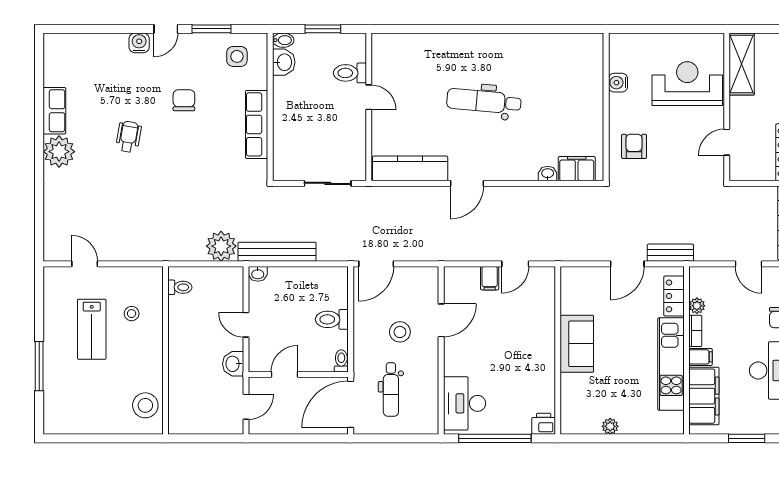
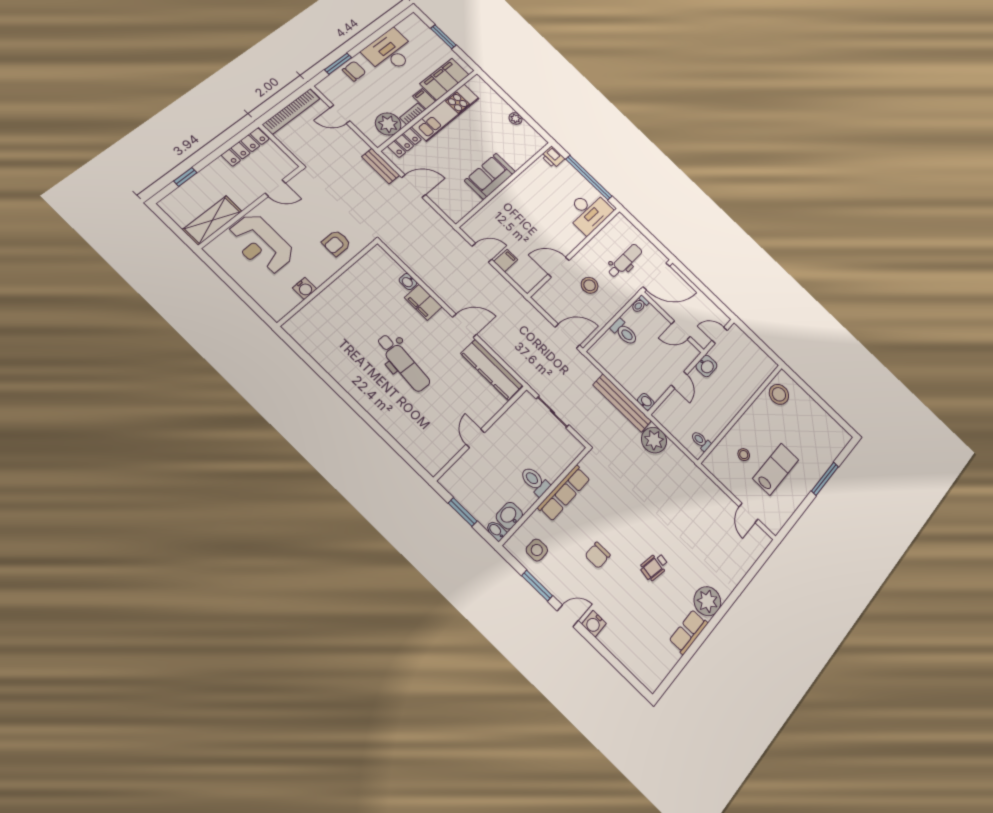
toilet: (350, 73) -> (535, 481), moved, turned 180
filing cabinet: (577, 169) -> (423, 302), moved
door: (749, 264) -> (340, 114), swing flipped
plant: (697, 306) -> (388, 124), width x1.88, depth x1.88

